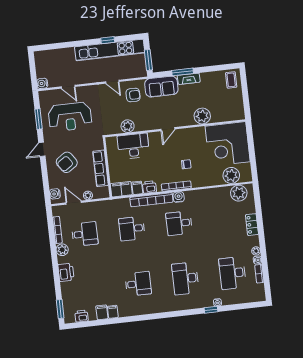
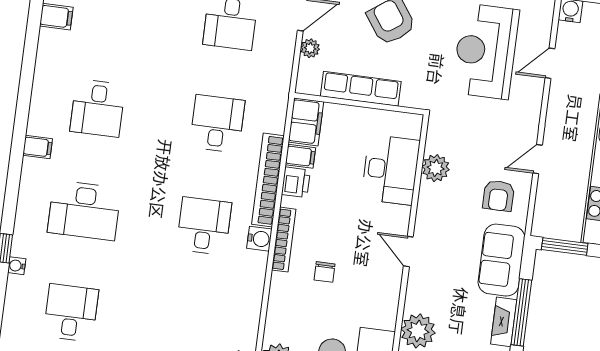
window: (183, 72) -> (521, 312), width x1.44
desk: (233, 273) -> (71, 313), width x0.73
desk: (185, 278) -> (84, 210), turned 180
filing cabinet: (113, 312) -> (38, 147), moved

